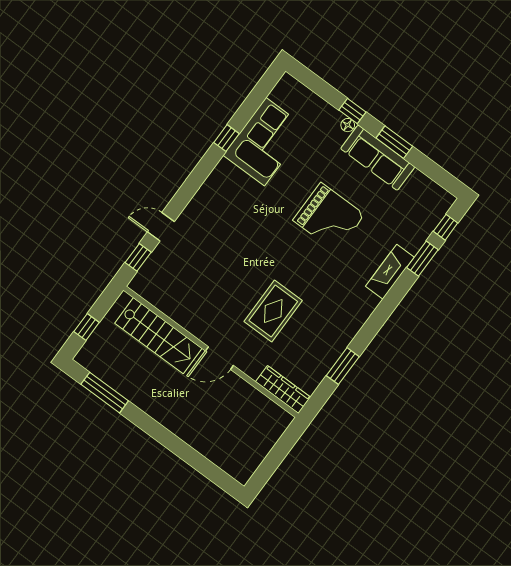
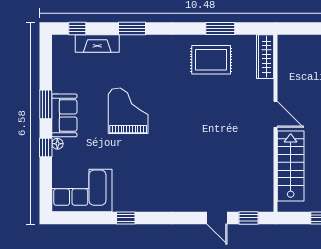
corner sofa: (265, 142) -> (82, 190), moved
sofa: (378, 158) -> (64, 115), width x0.73
window: (422, 259) -> (132, 28), moved
fireplace: (390, 272) -> (97, 44), moved
rug: (273, 311) -> (211, 60), moved

